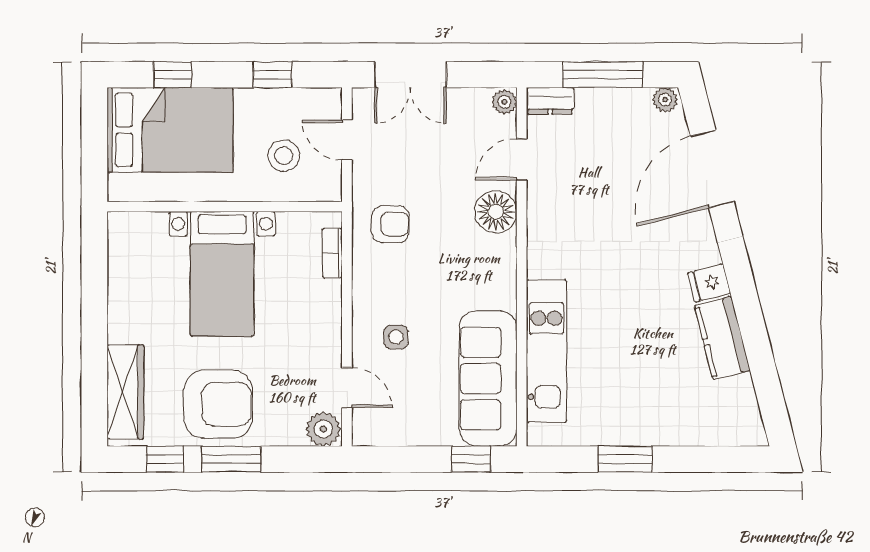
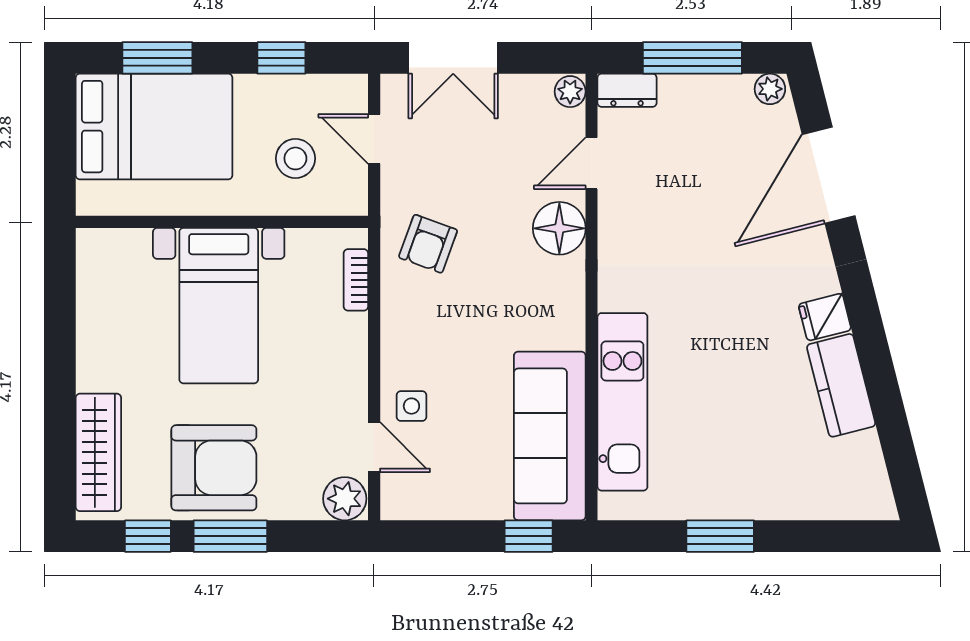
window: (173, 75) -> (157, 58), width x1.50
armchair: (390, 224) -> (428, 244), turned 110
side table: (396, 337) -> (411, 406), moved

